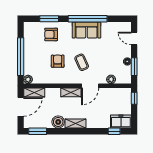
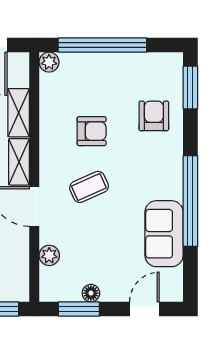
window: (49, 19) -> (190, 88), moved
sofa: (86, 30) -> (164, 234), moved
shelving: (34, 93) -> (19, 113), moved

